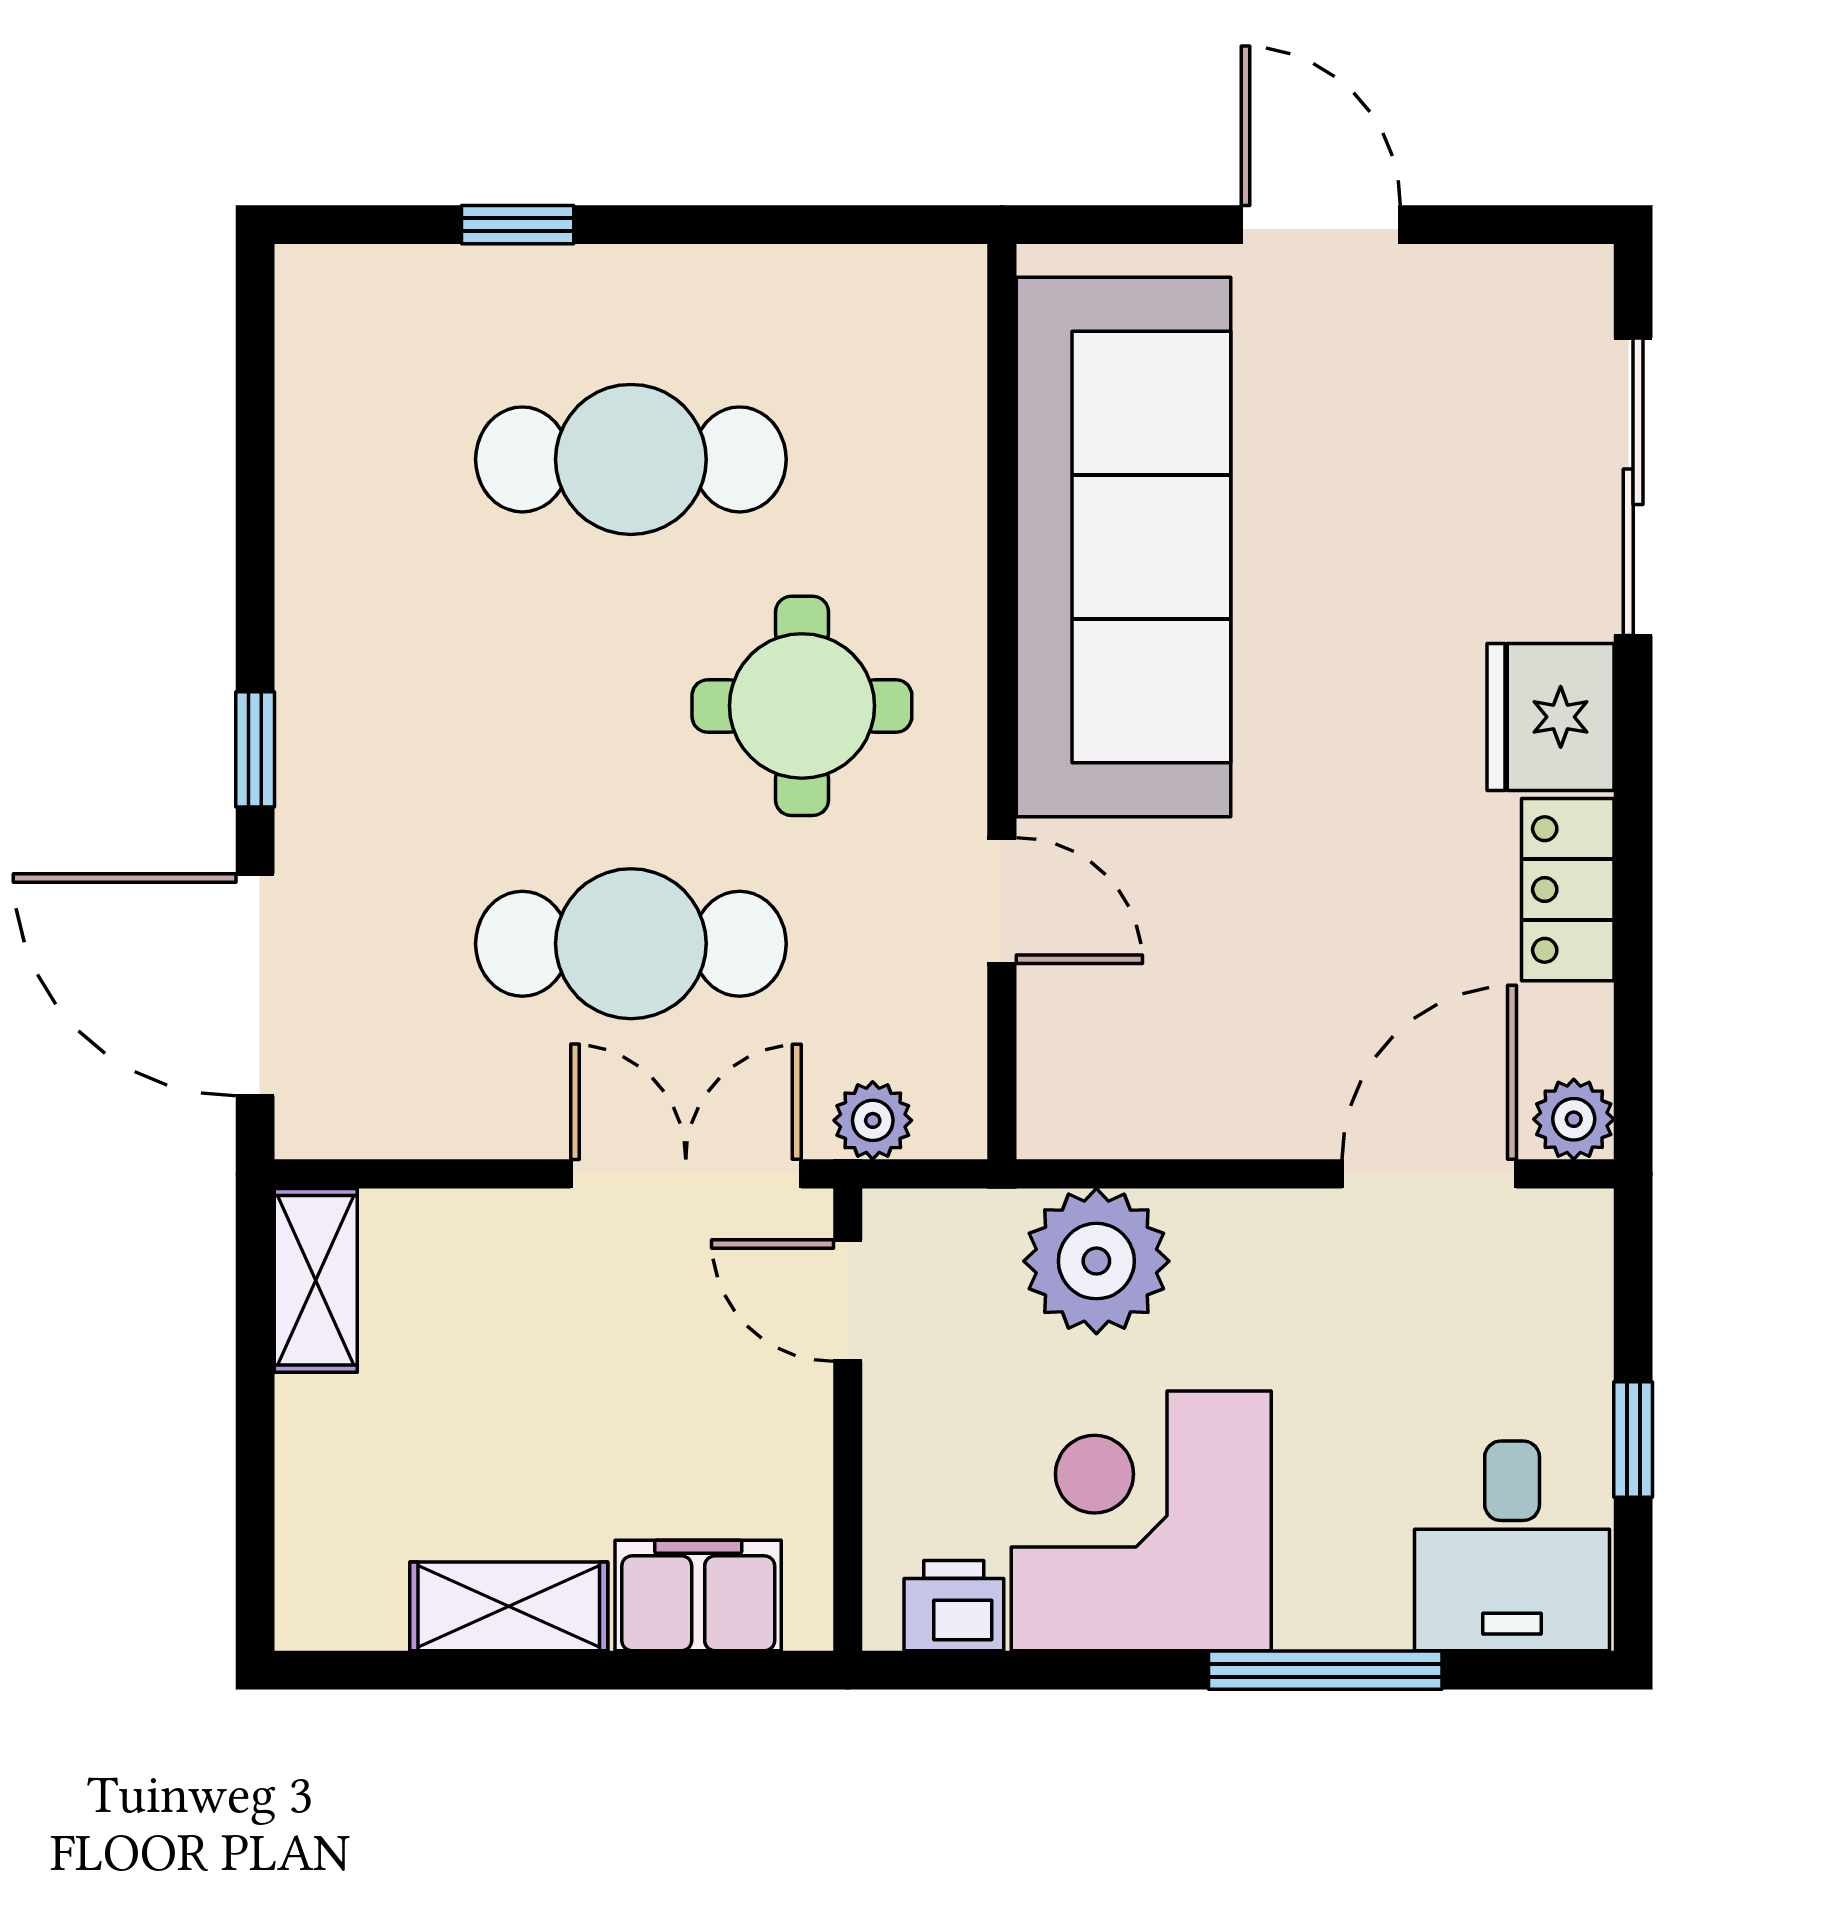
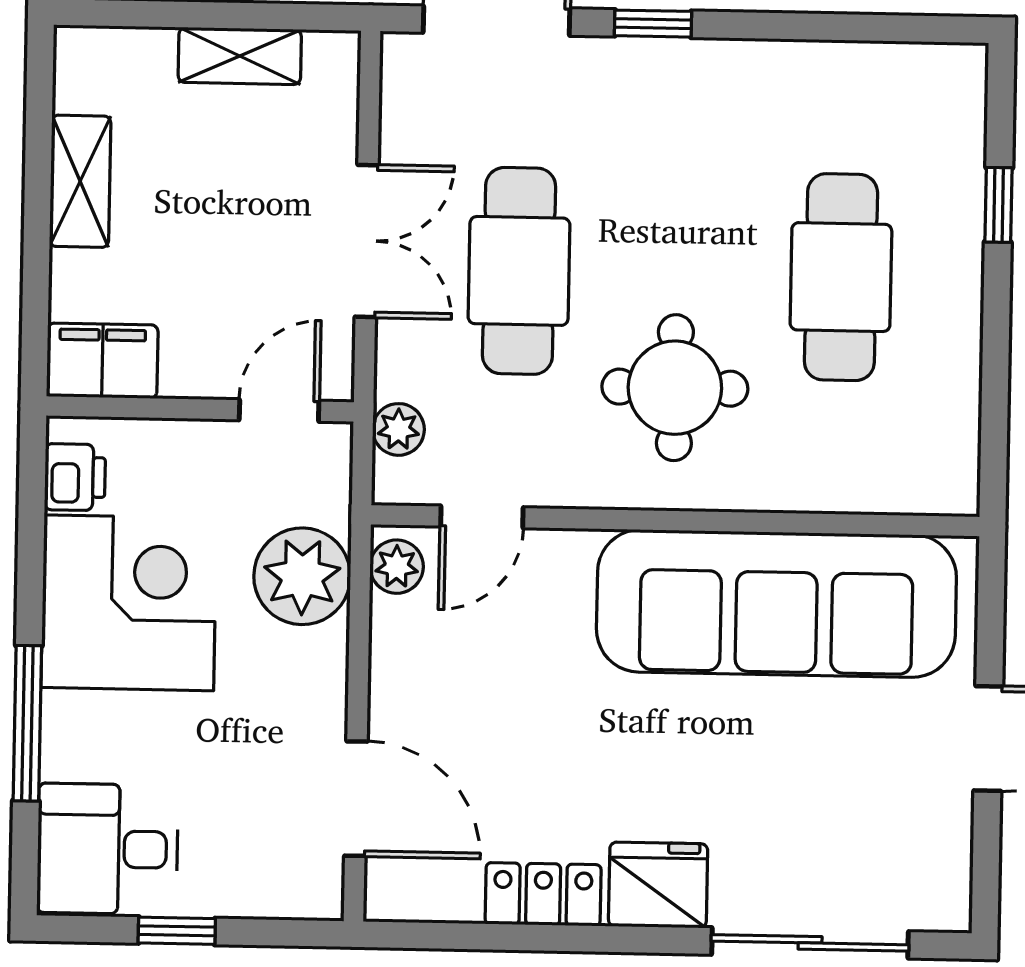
door: (1002, 901) -> (482, 517), moved
plant: (1574, 1119) -> (397, 567), moved
double door: (686, 1174) -> (367, 241), moved
shelving: (316, 1280) -> (240, 56), moved
filing cabinet: (698, 1596) -> (102, 361), moved, turned -90

